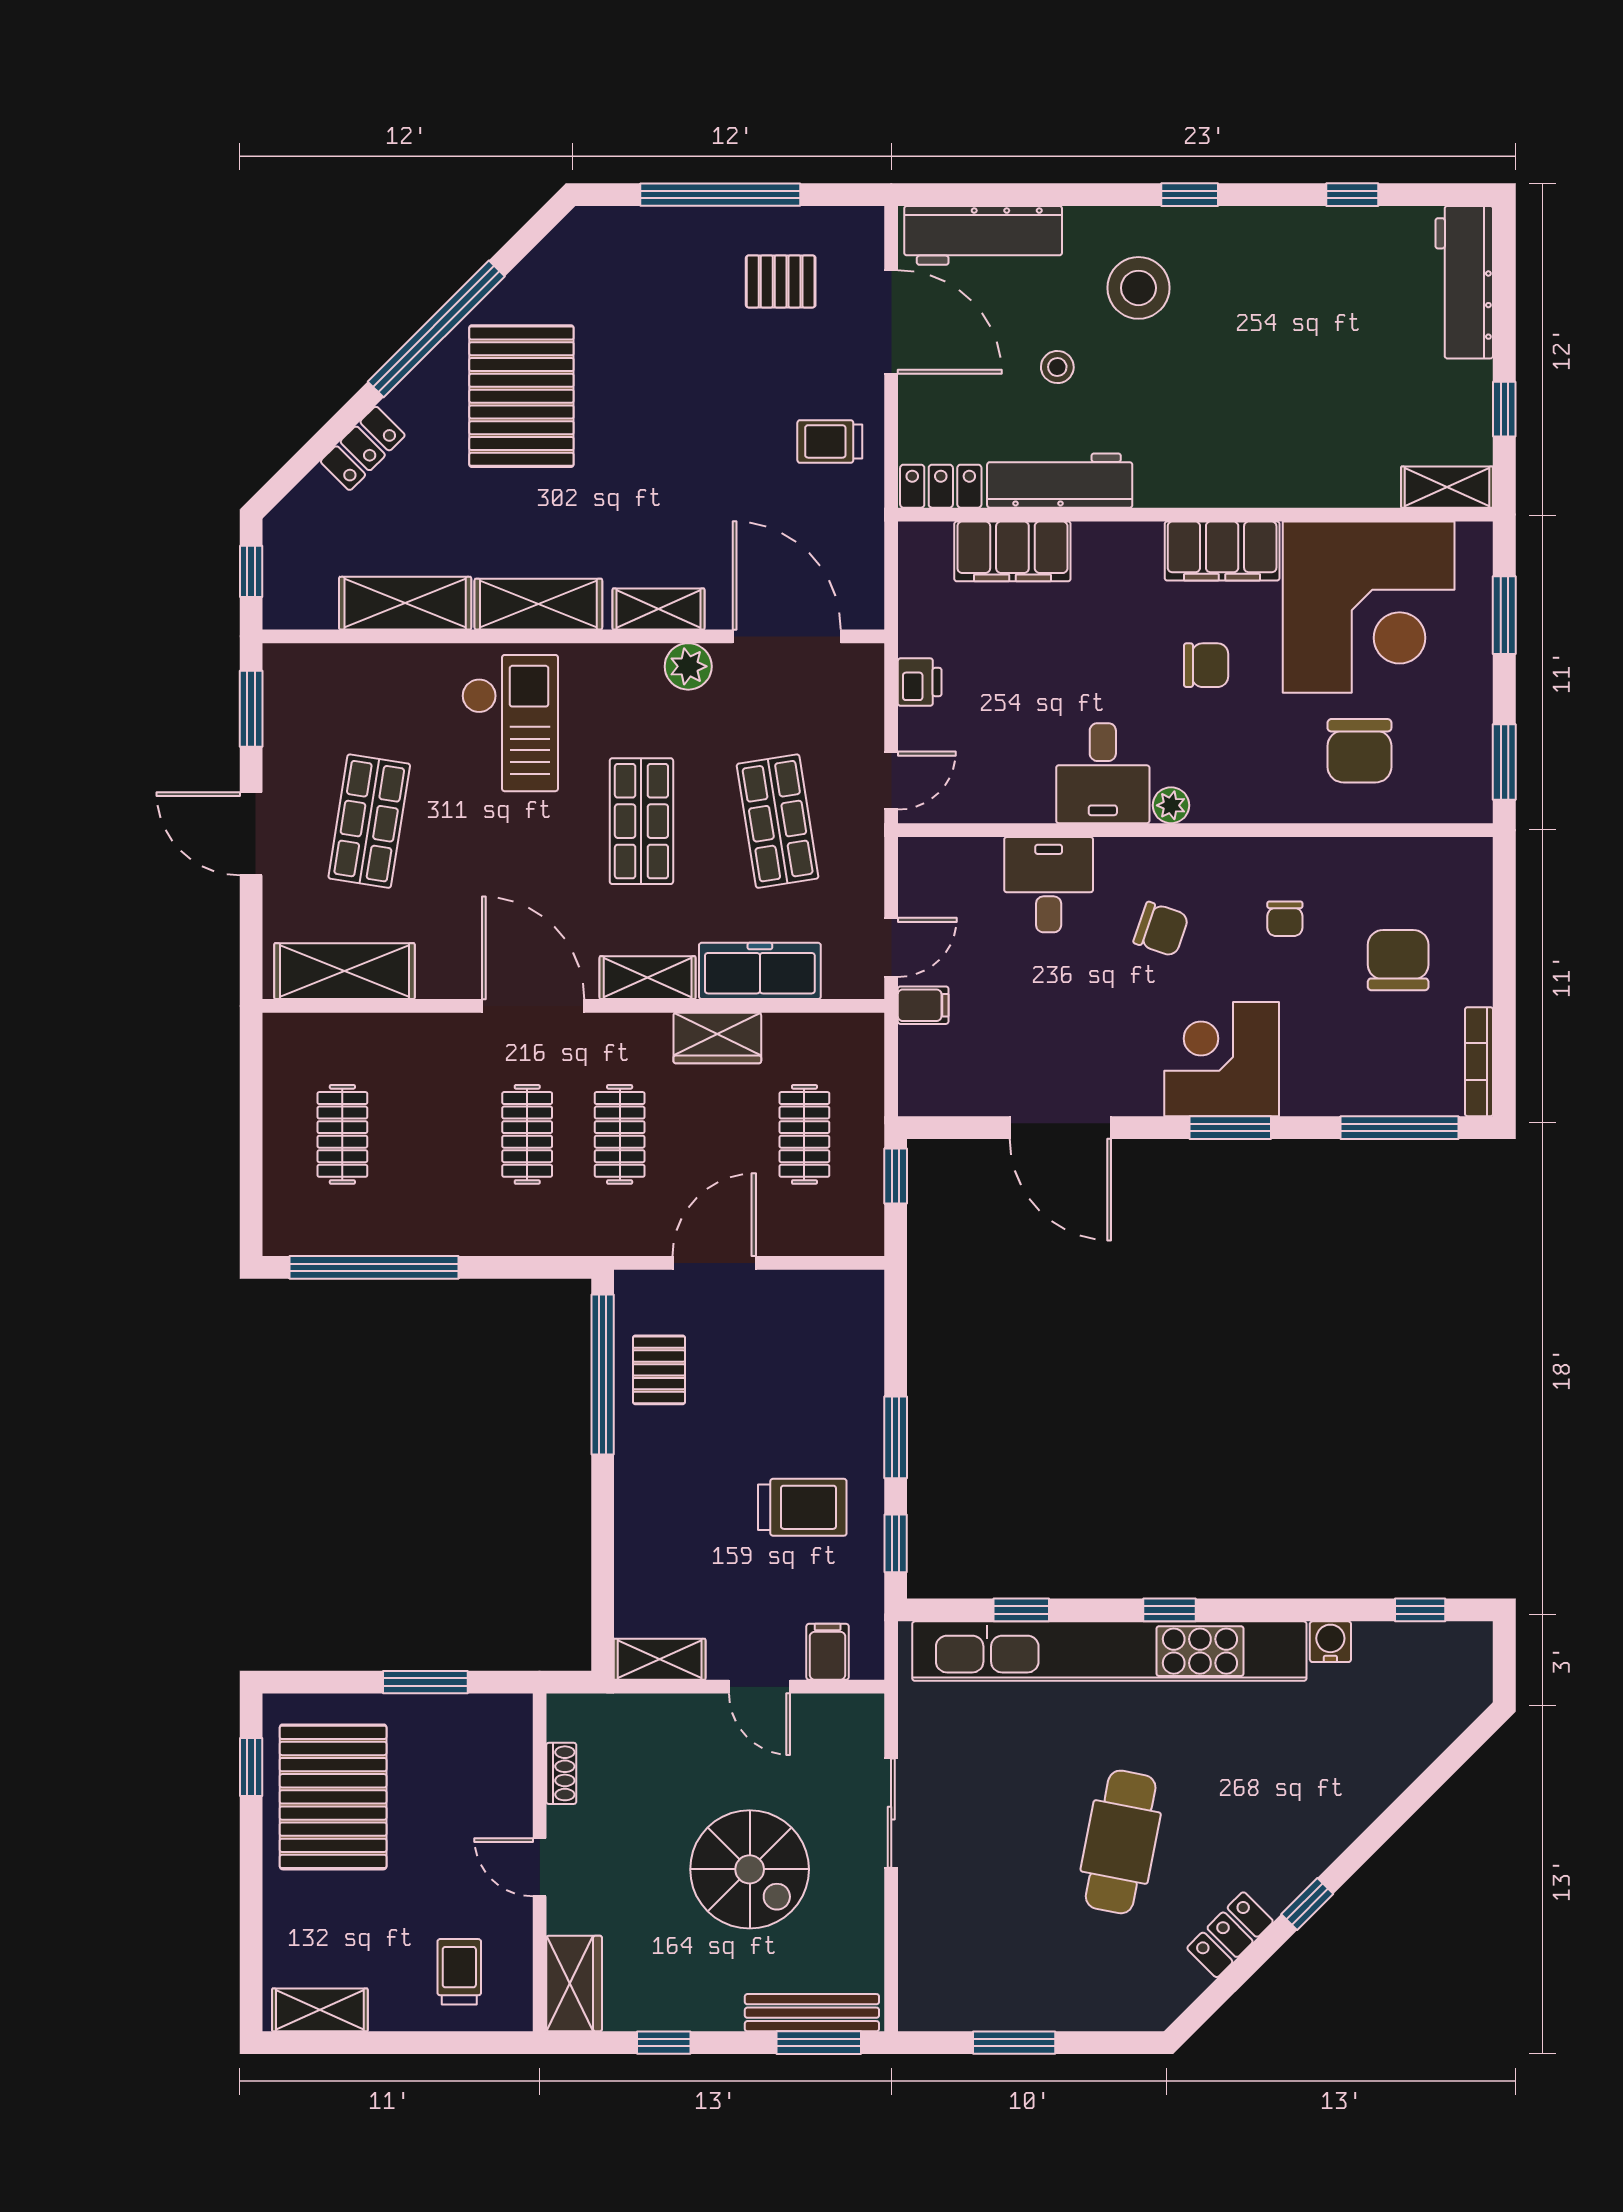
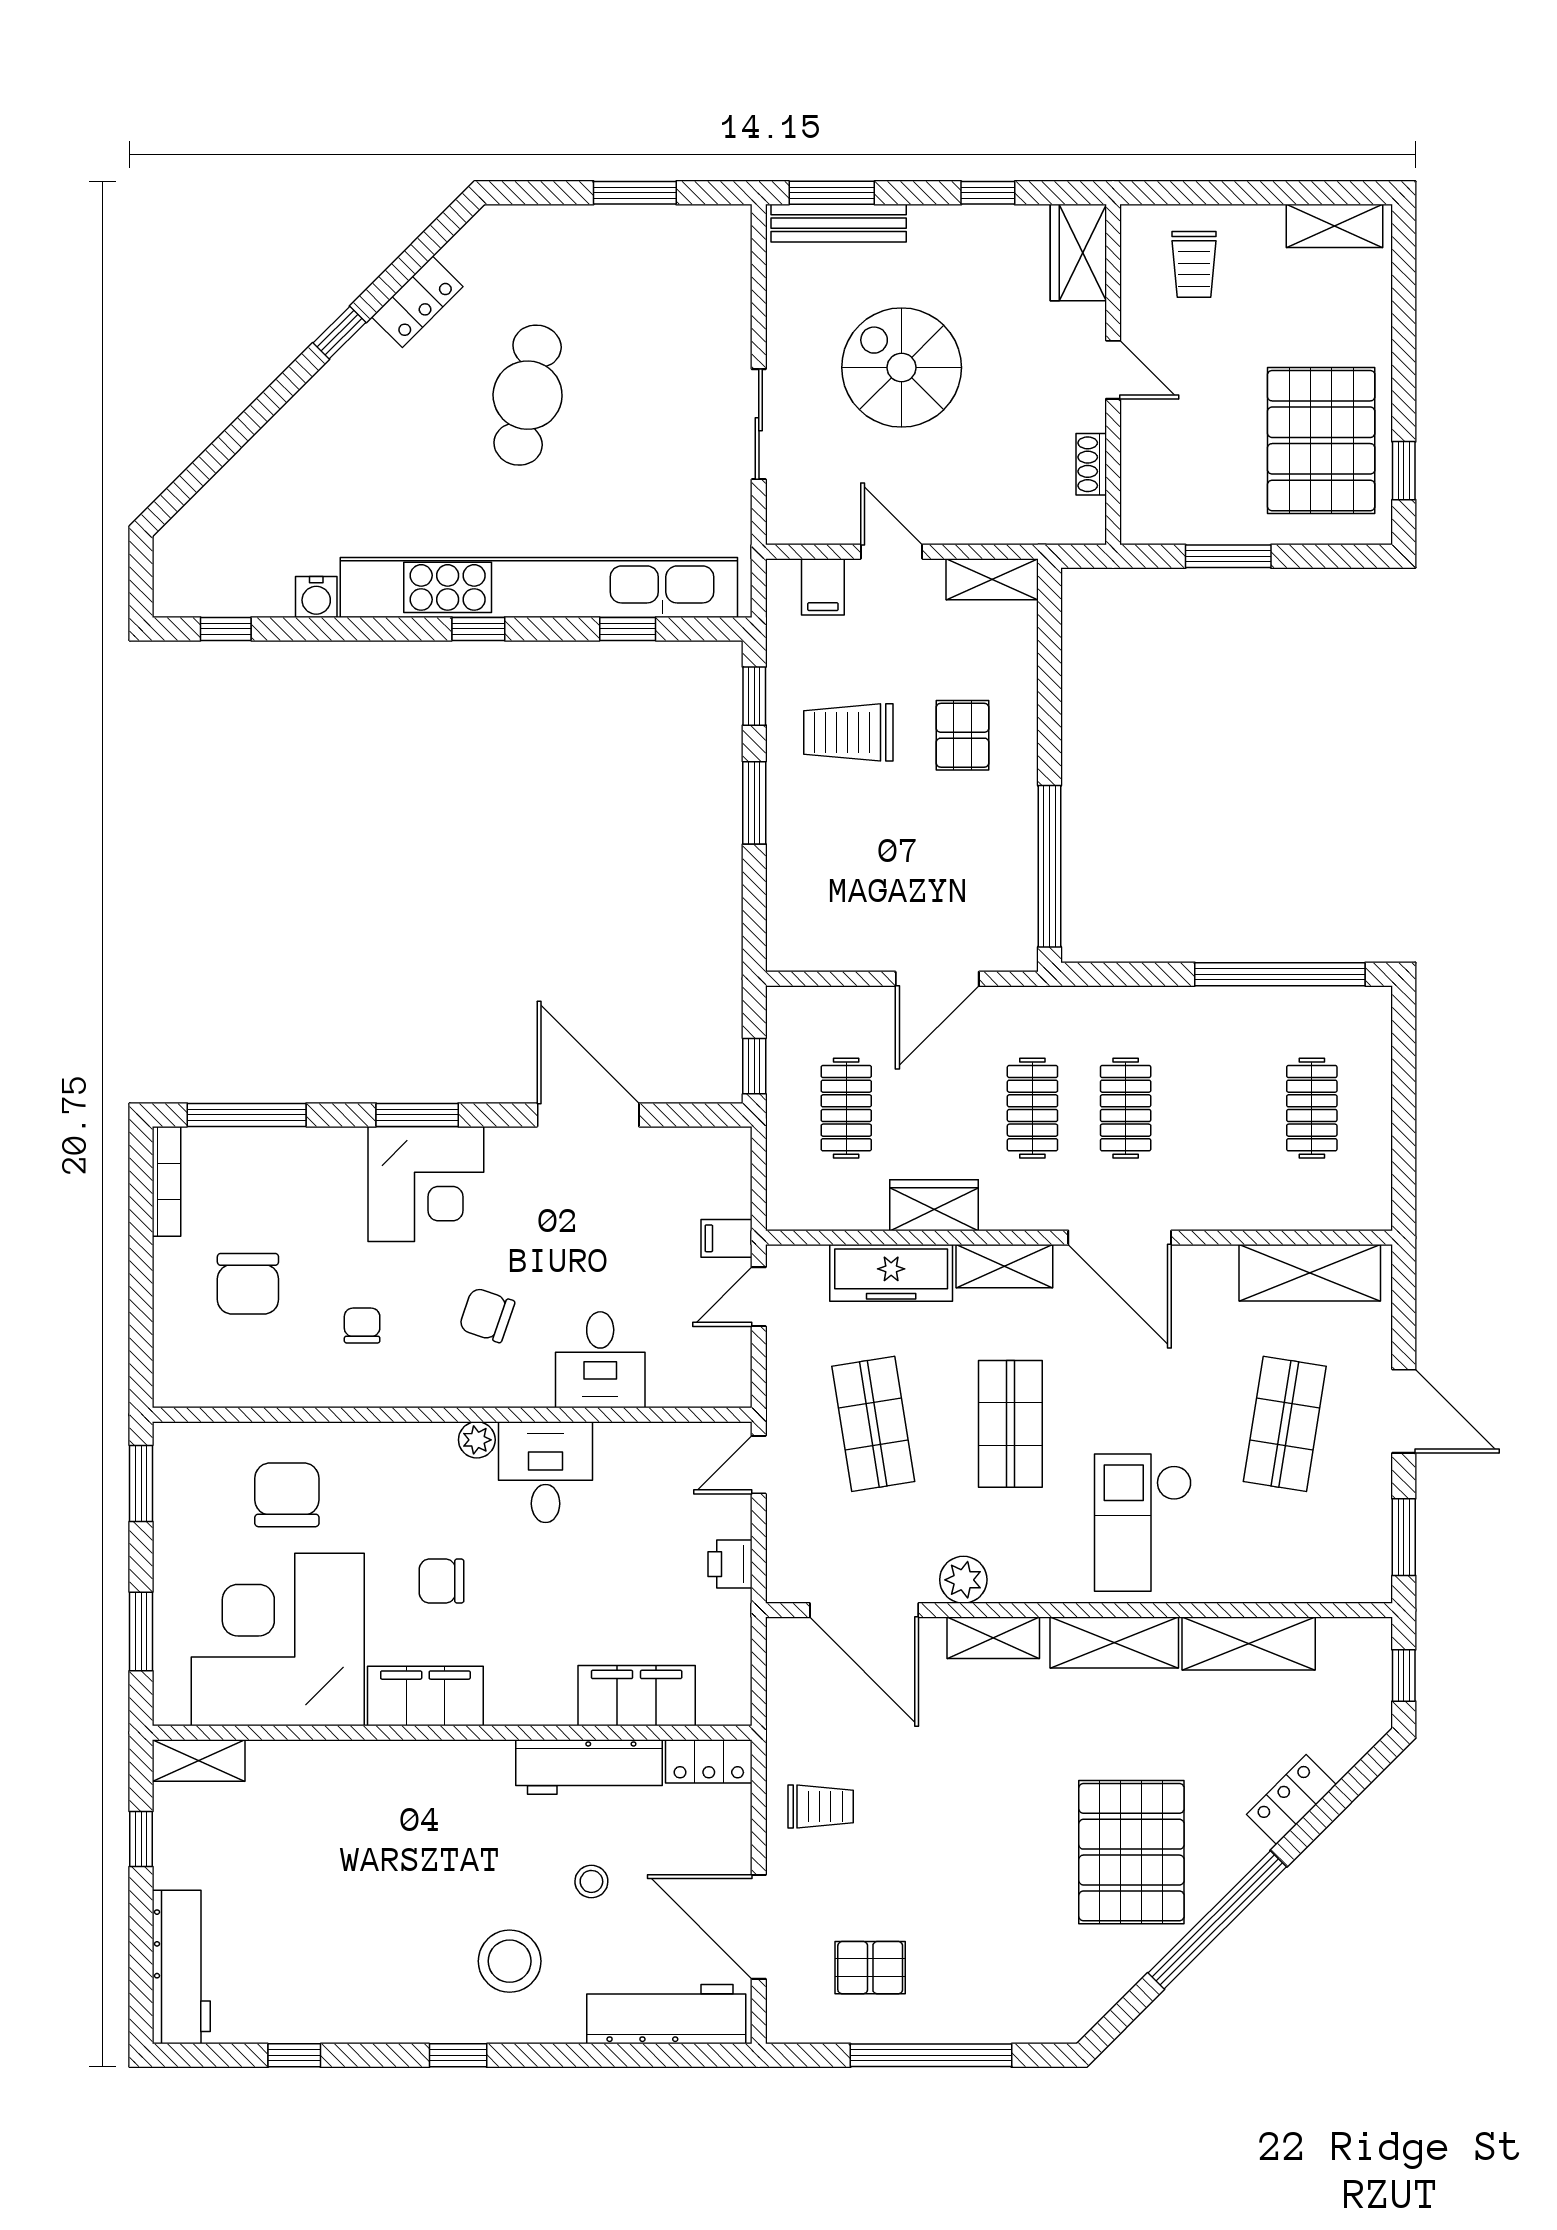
pallet: (659, 1370) -> (963, 735), moved

